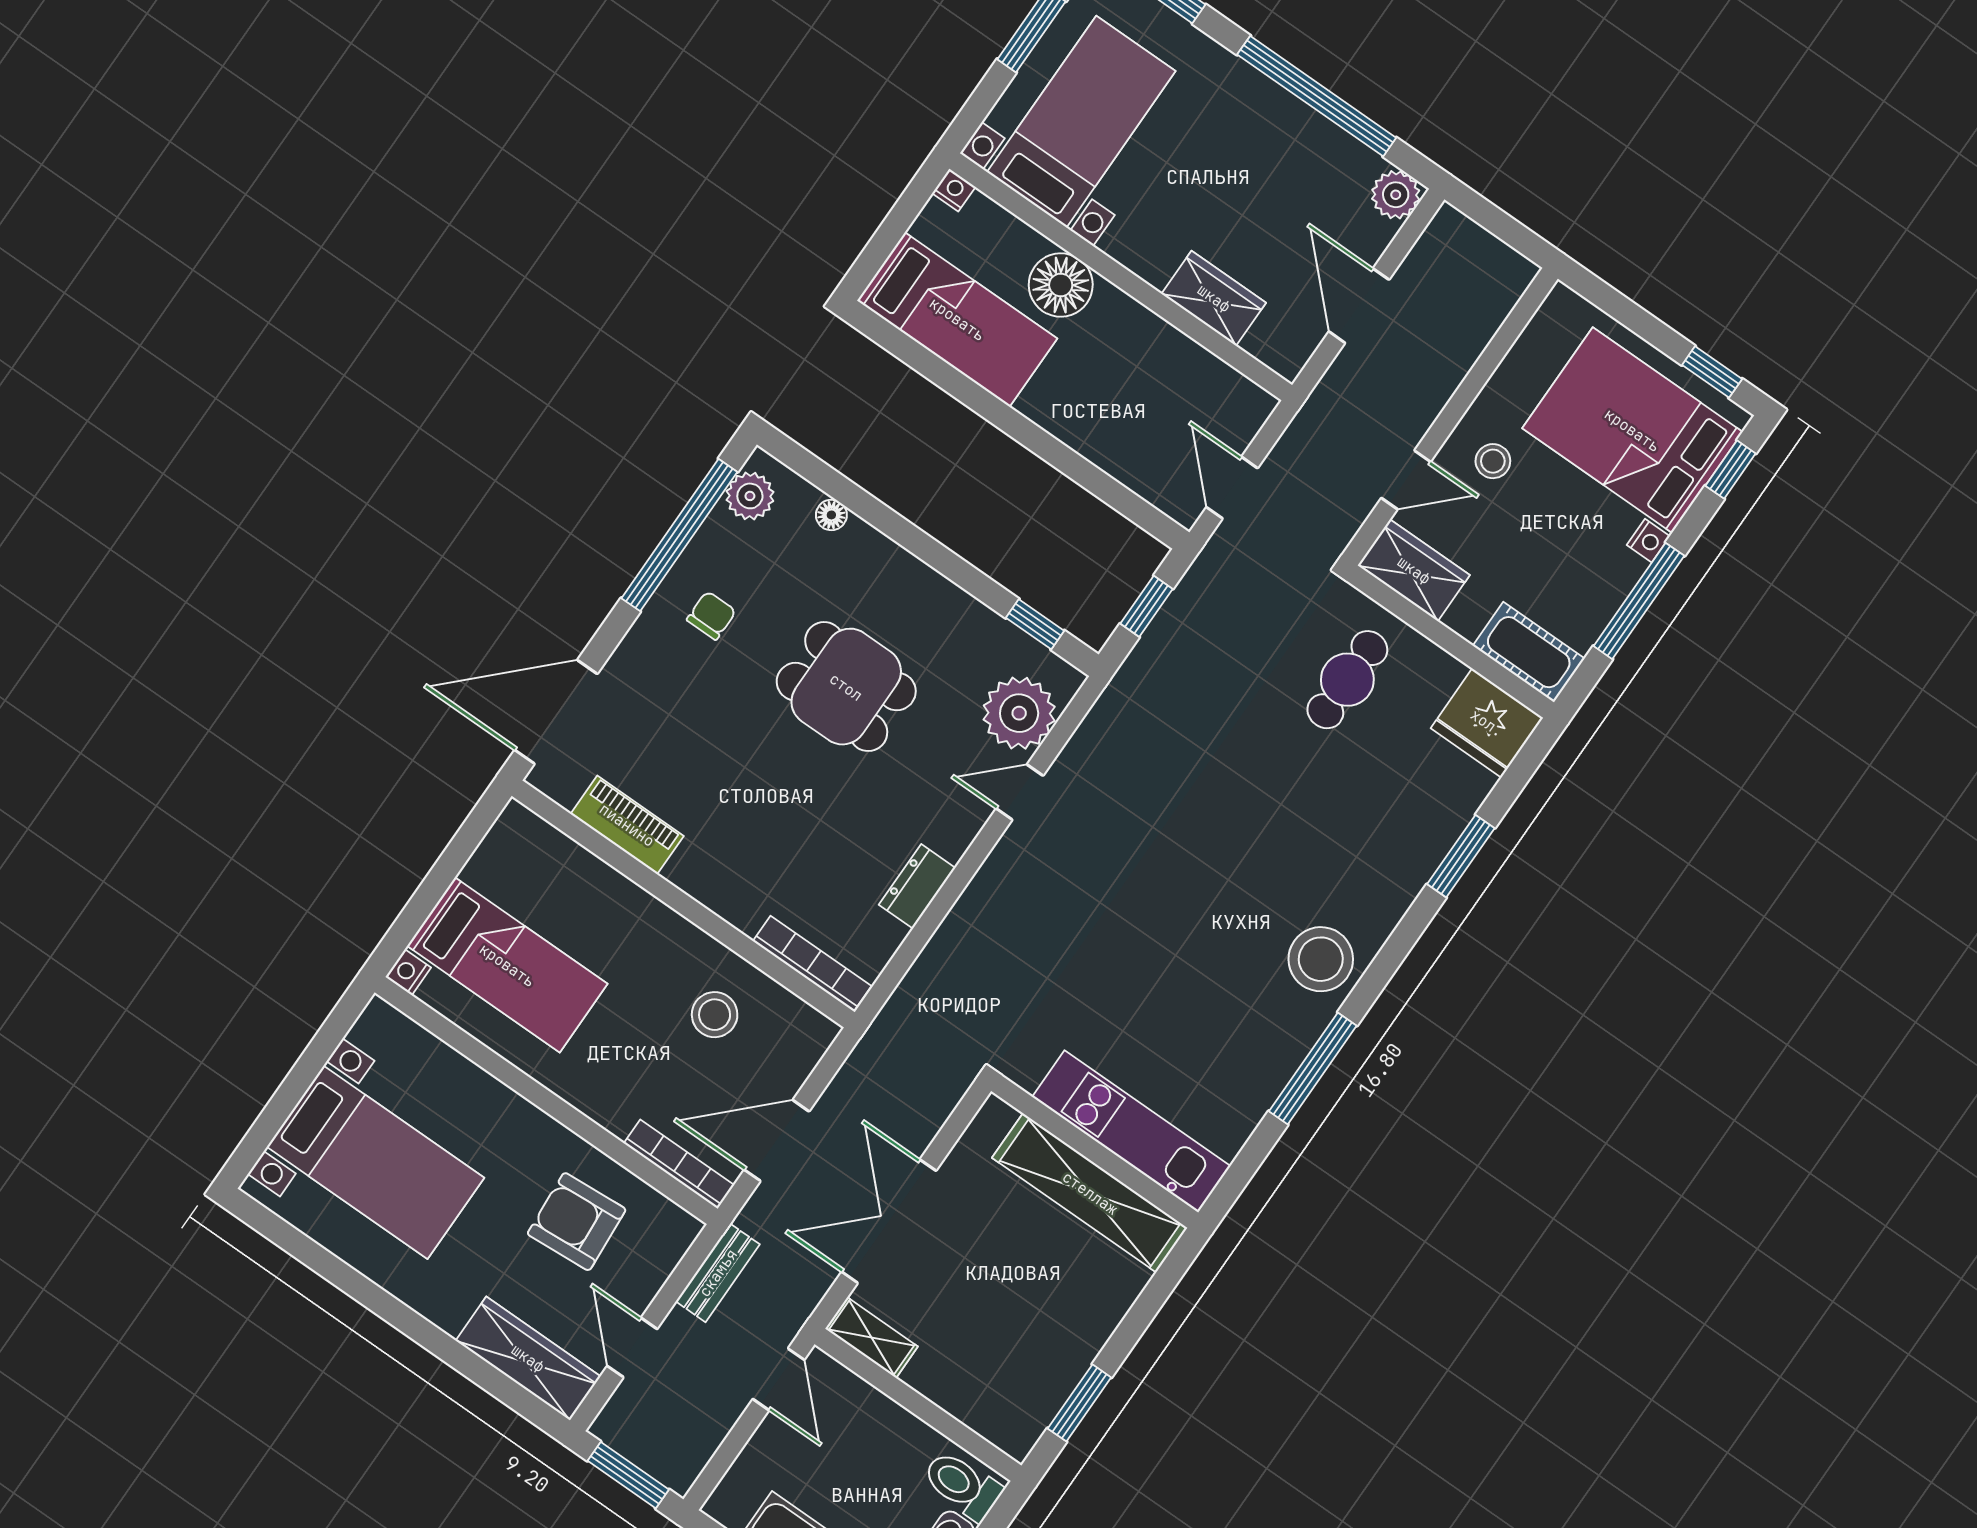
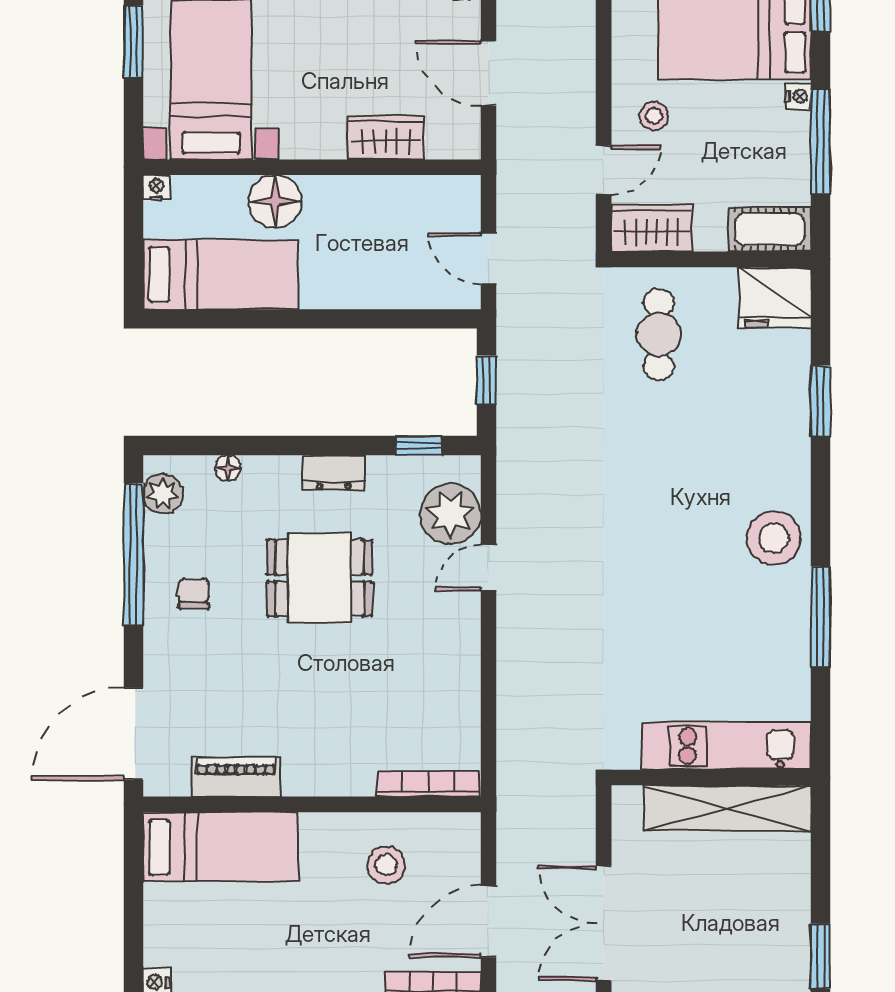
dresser: (917, 886) -> (334, 473), moved, turned -90
bed: (507, 965) -> (221, 847), moved

